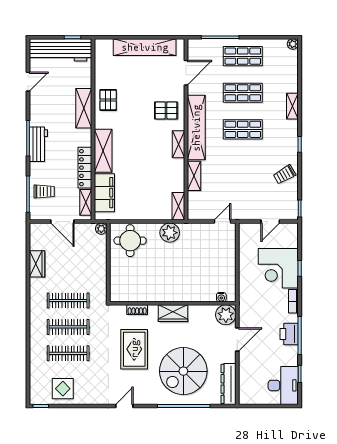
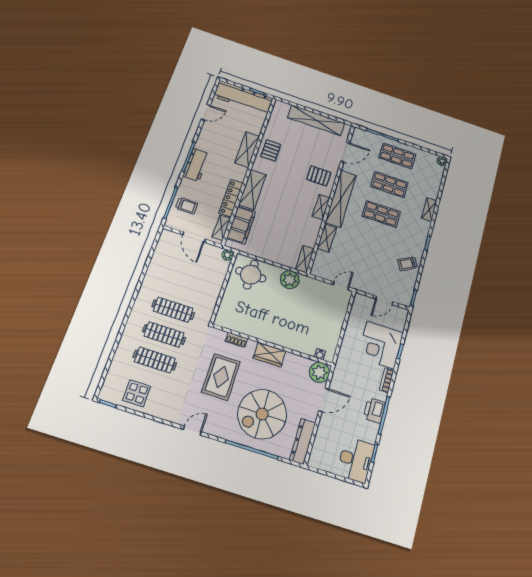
wardrobe: (37, 264) -> (156, 266), removed

